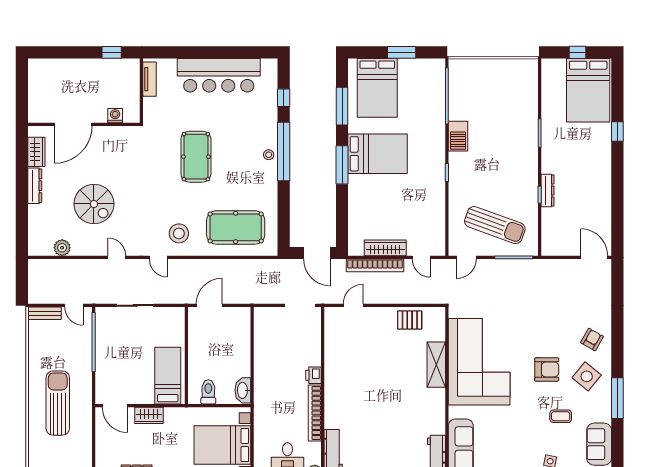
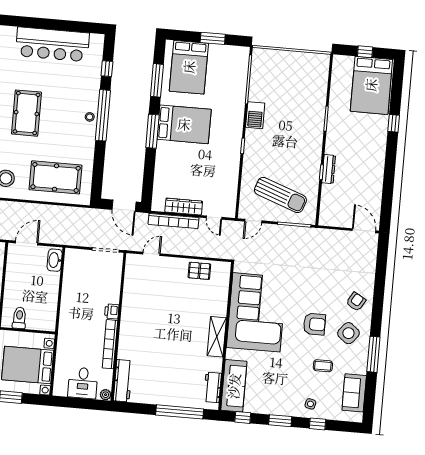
shelving: (436, 365) -> (217, 337), moved
washbasin: (243, 390) -> (55, 260), moved

